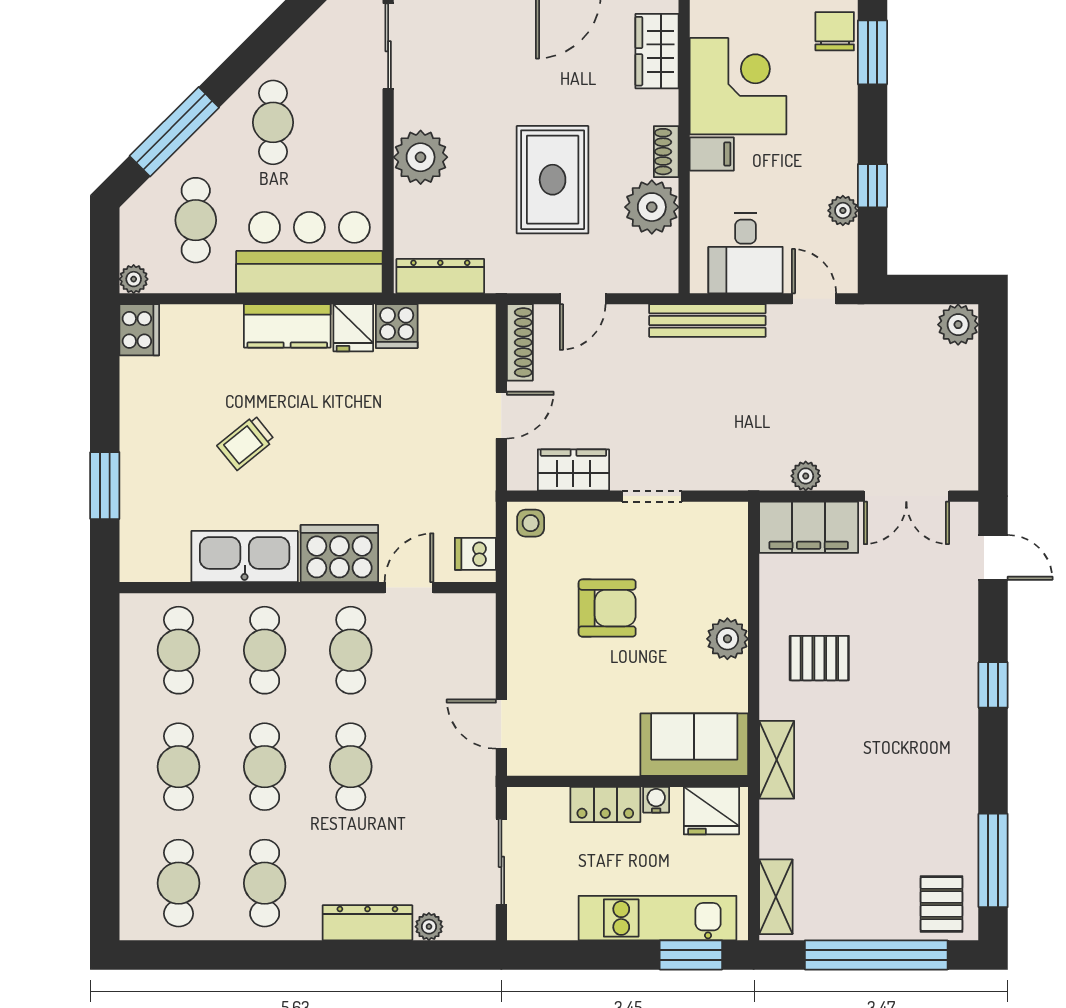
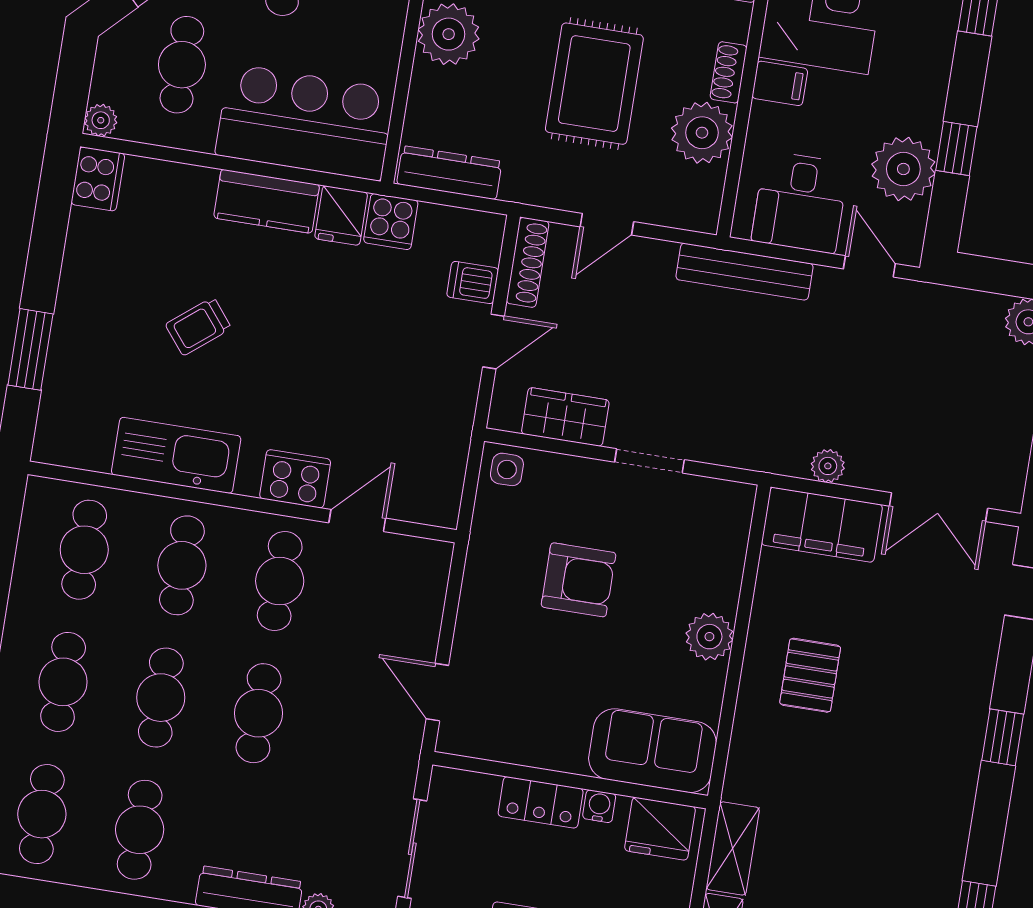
plant: (843, 211) -> (903, 169), width x1.87, depth x1.87
cooker: (339, 554) -> (295, 479), width x0.73, depth x0.76
dishwasher: (475, 554) -> (473, 283), moved
pallet: (819, 658) -> (810, 675), turned 90
shelving: (777, 760) -> (733, 848), moved

